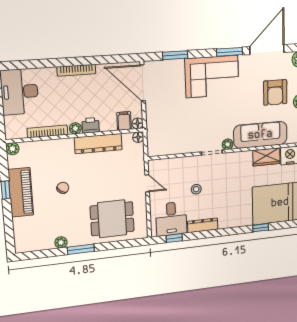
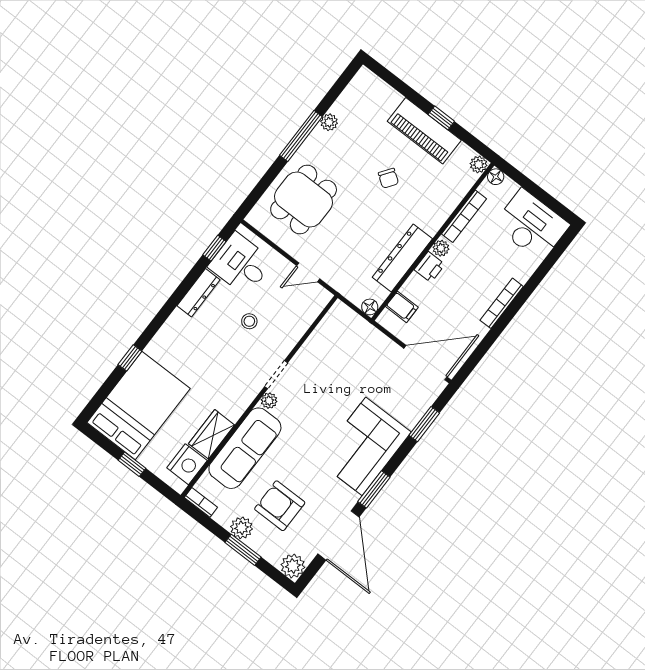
floor lamp: (138, 123) -> (496, 177), moved
window: (81, 249) -> (301, 136), width x1.44

